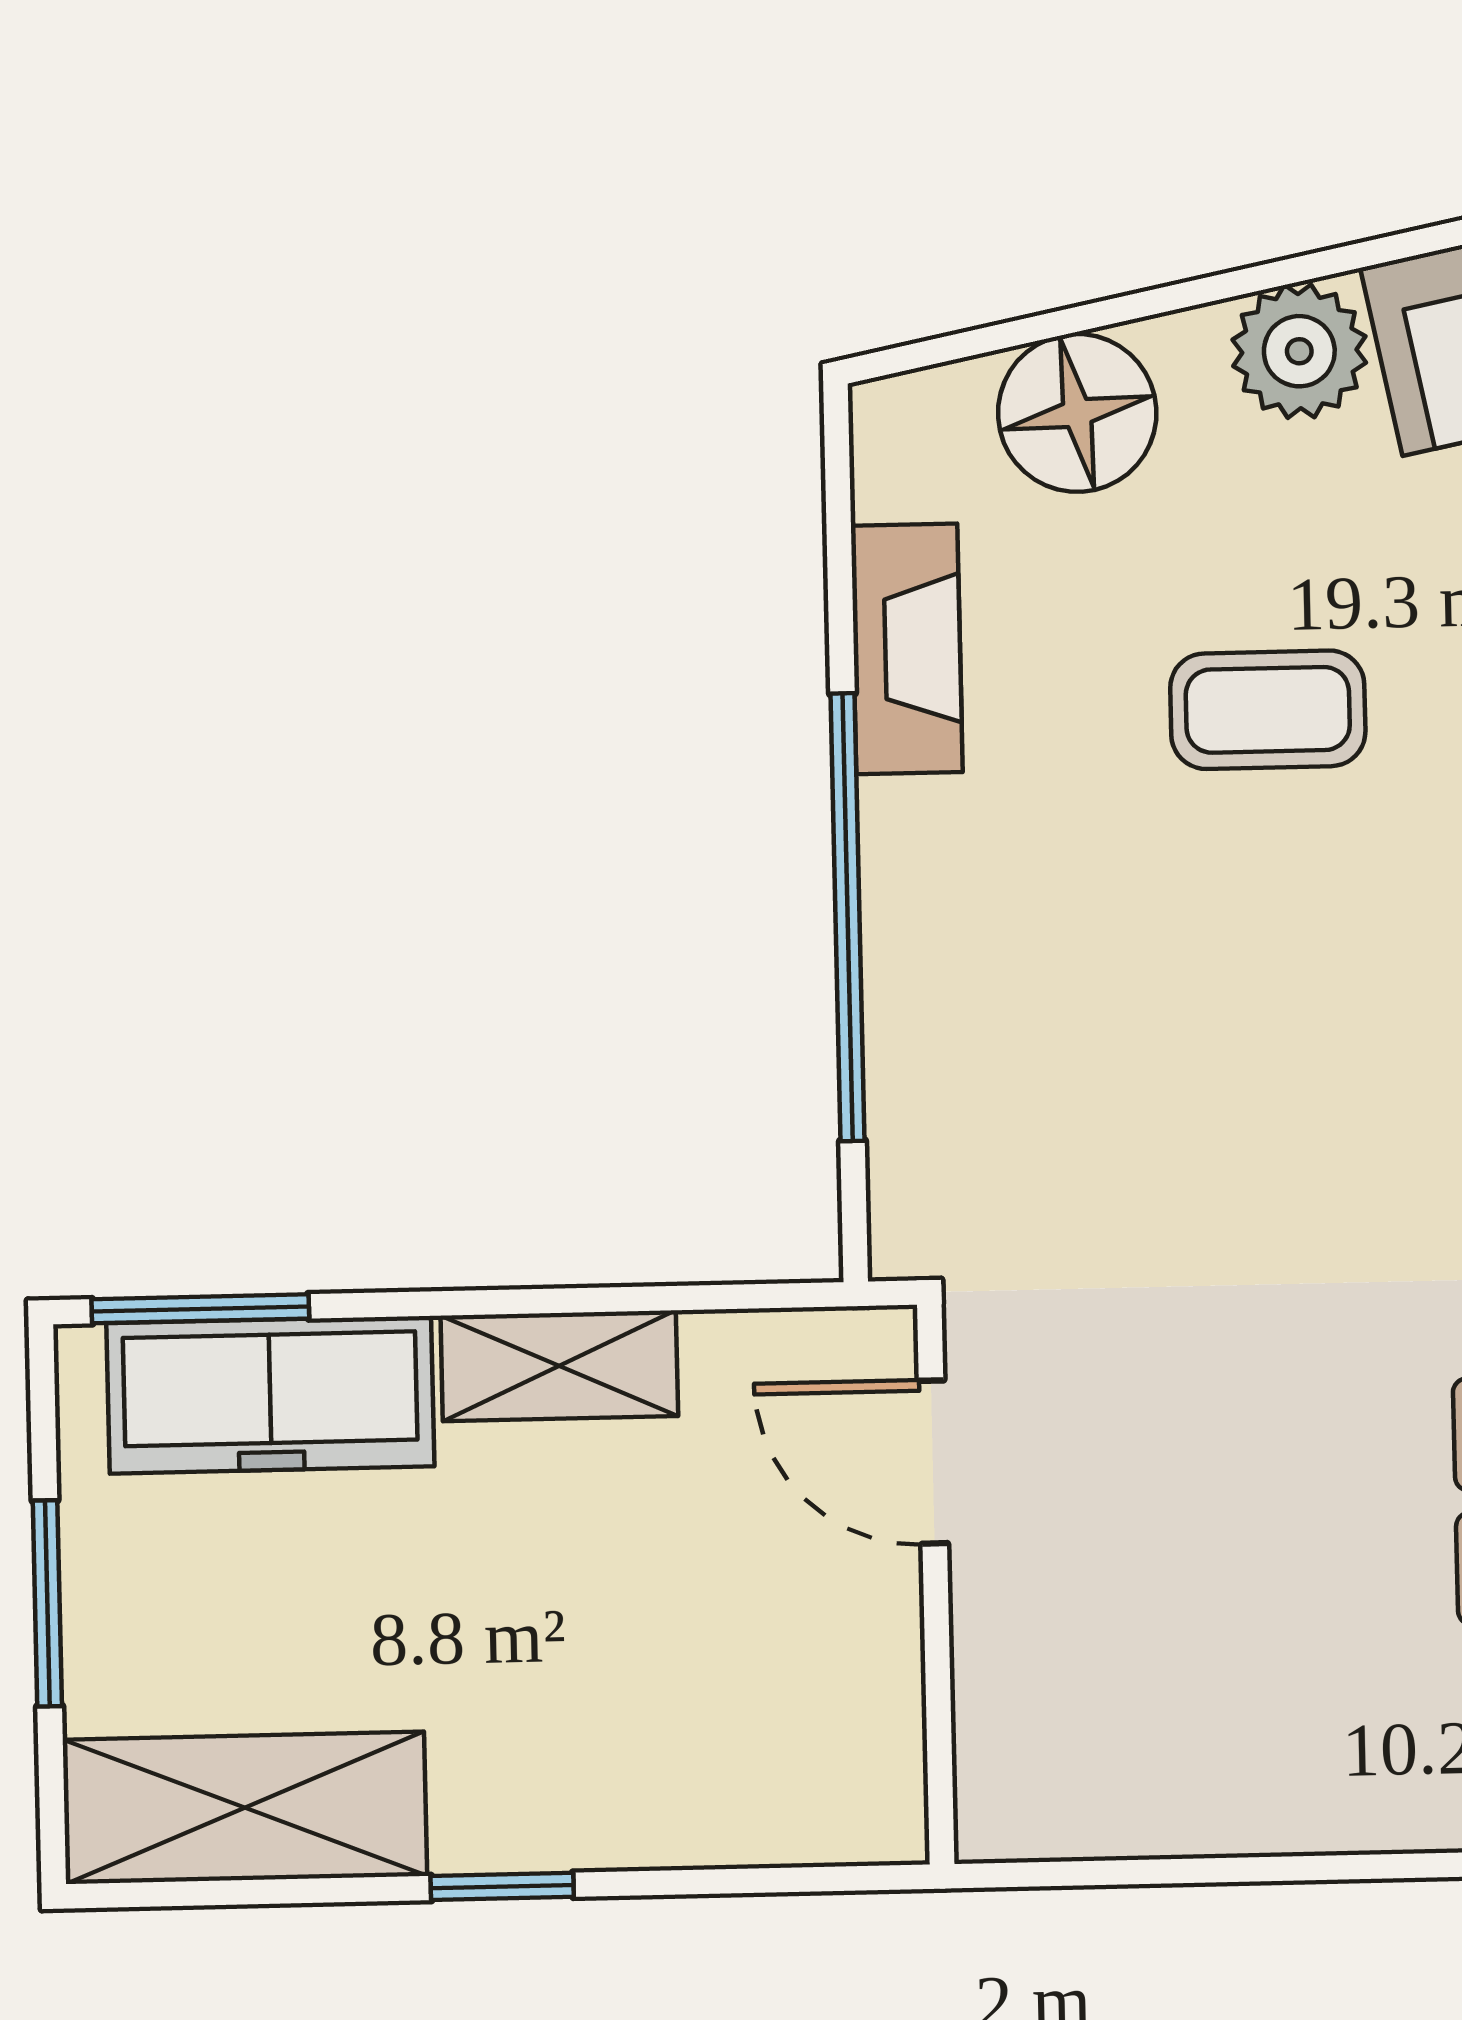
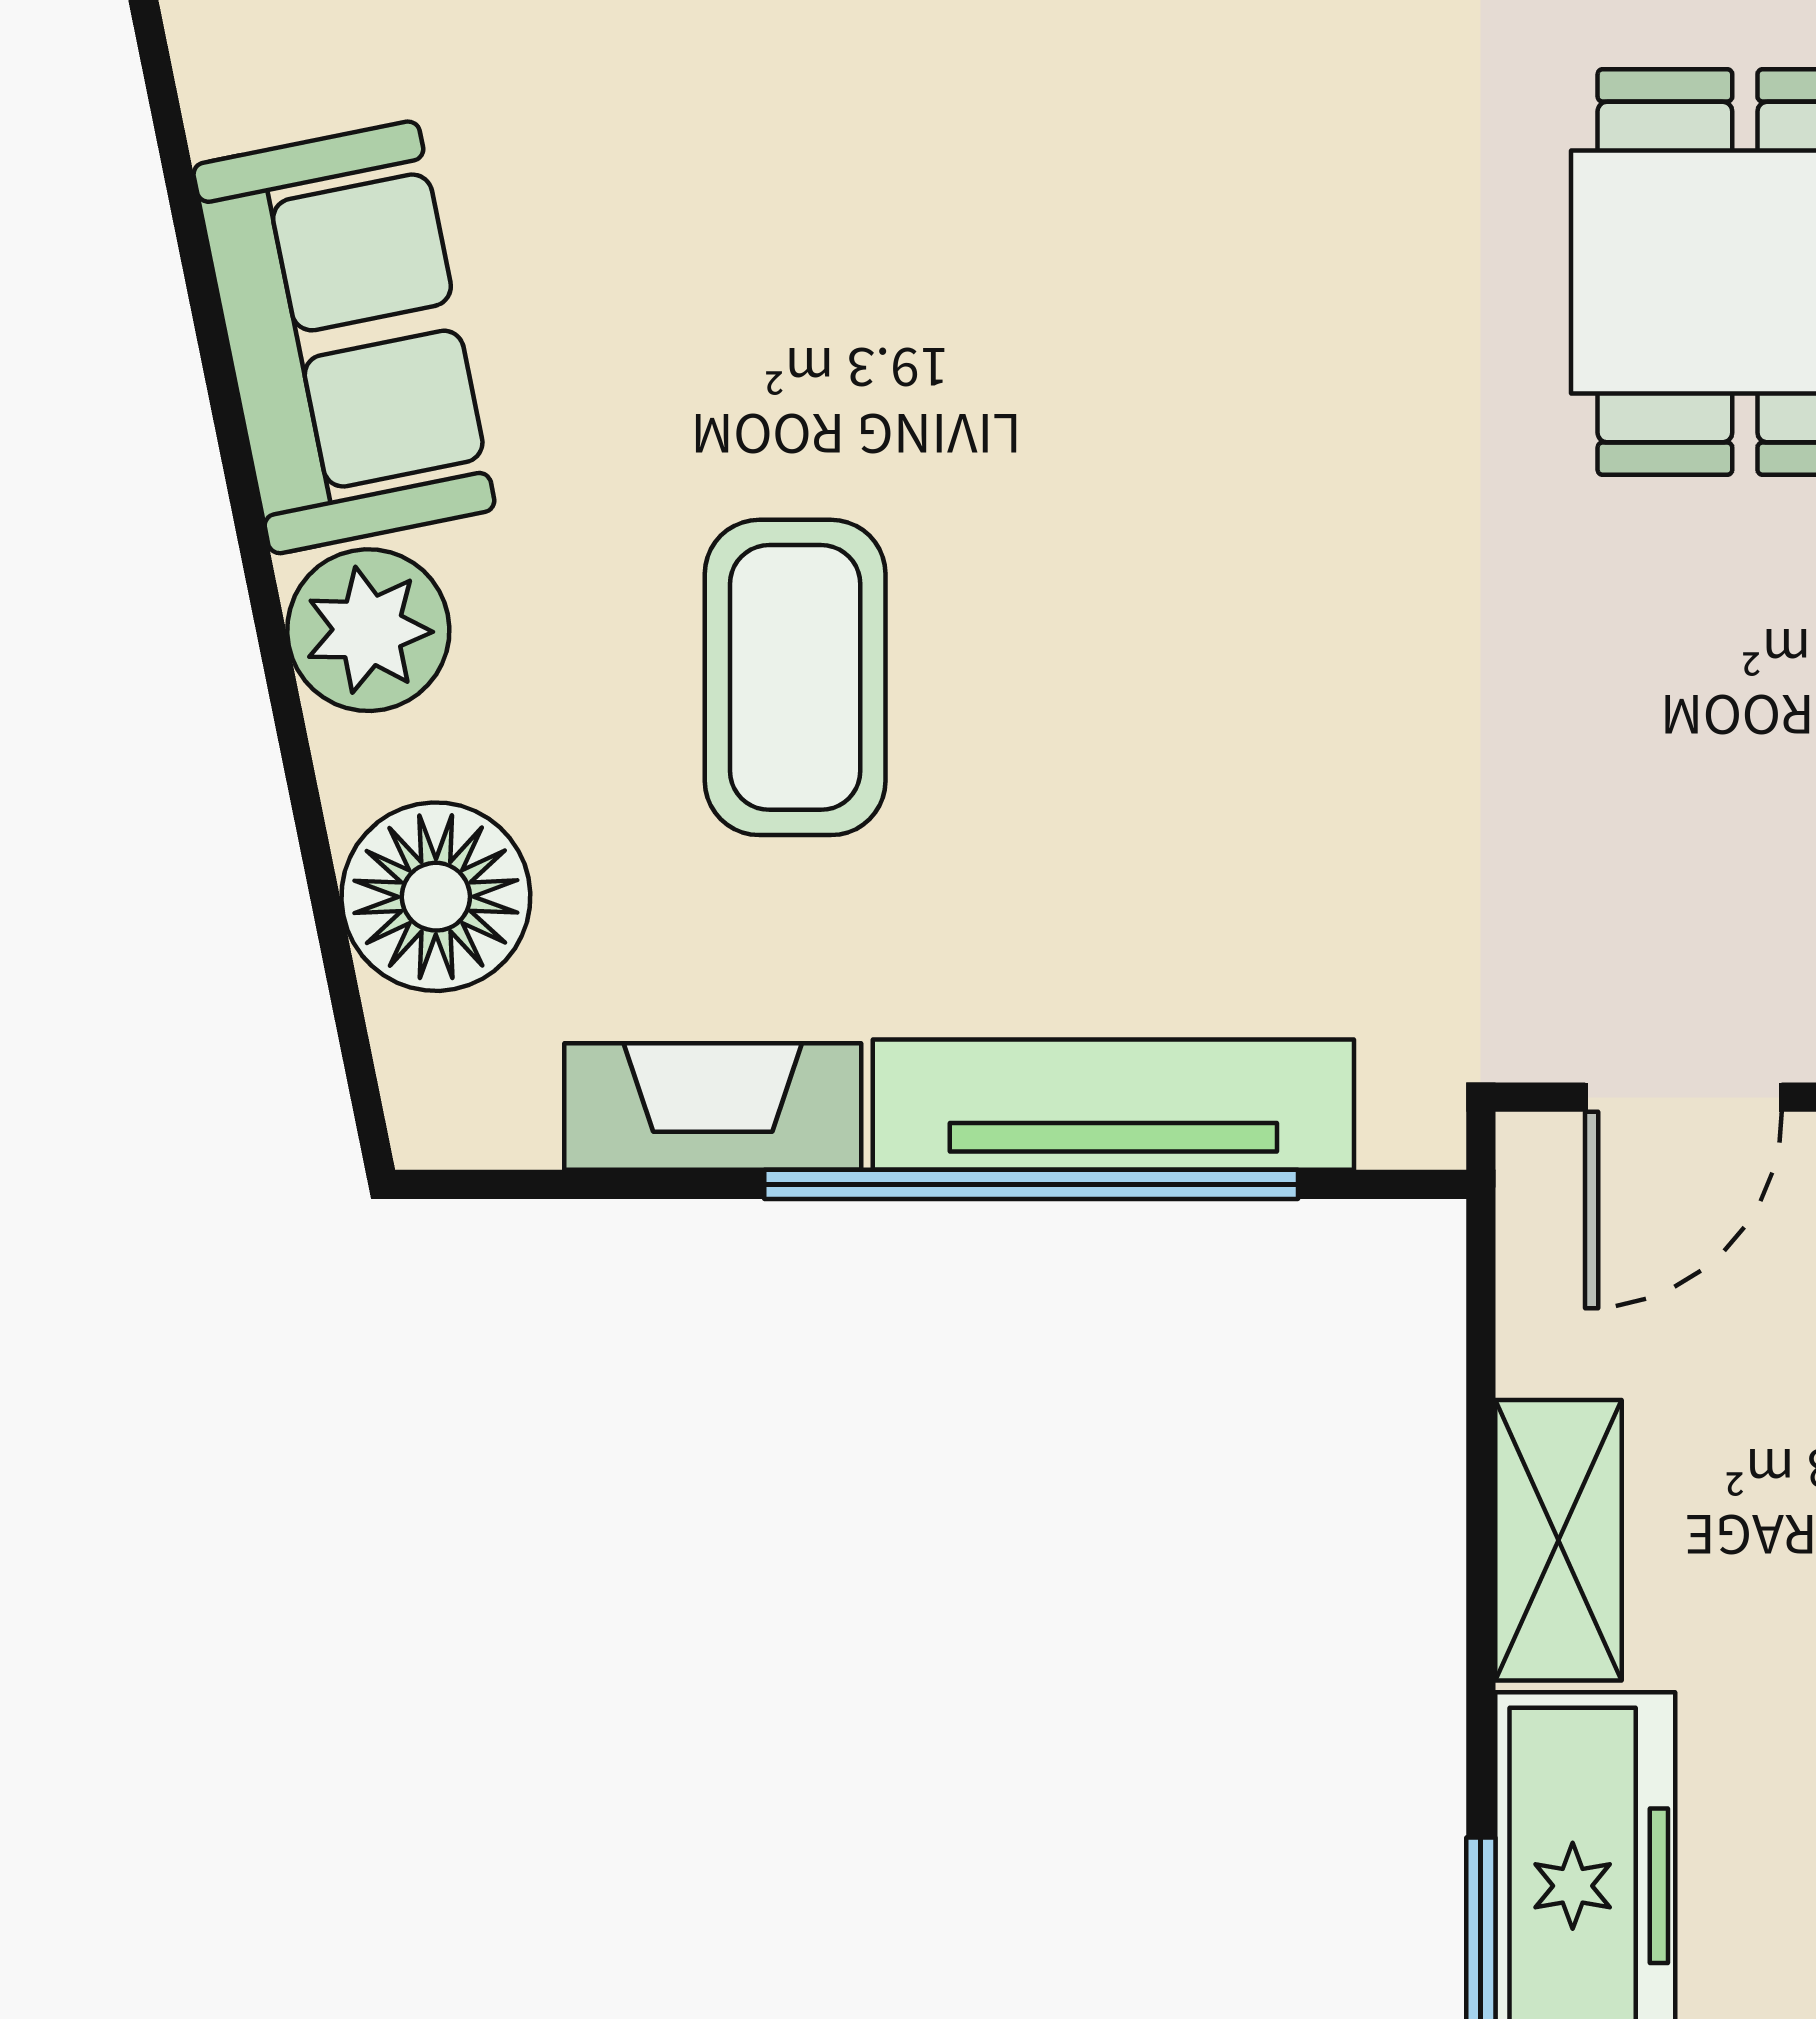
coffee table: (1268, 710) -> (795, 677), width x1.36, depth x1.30
tv unit: (916, 985) -> (1113, 1105), added

